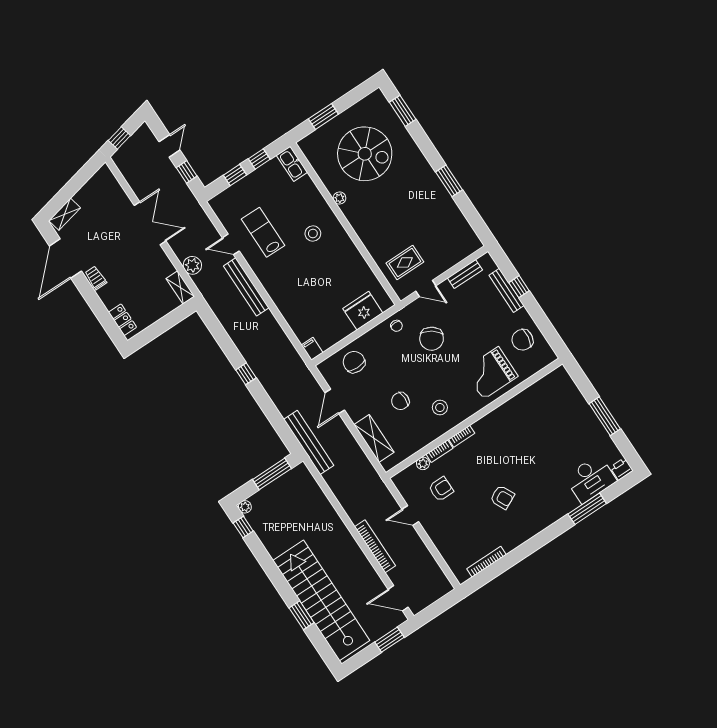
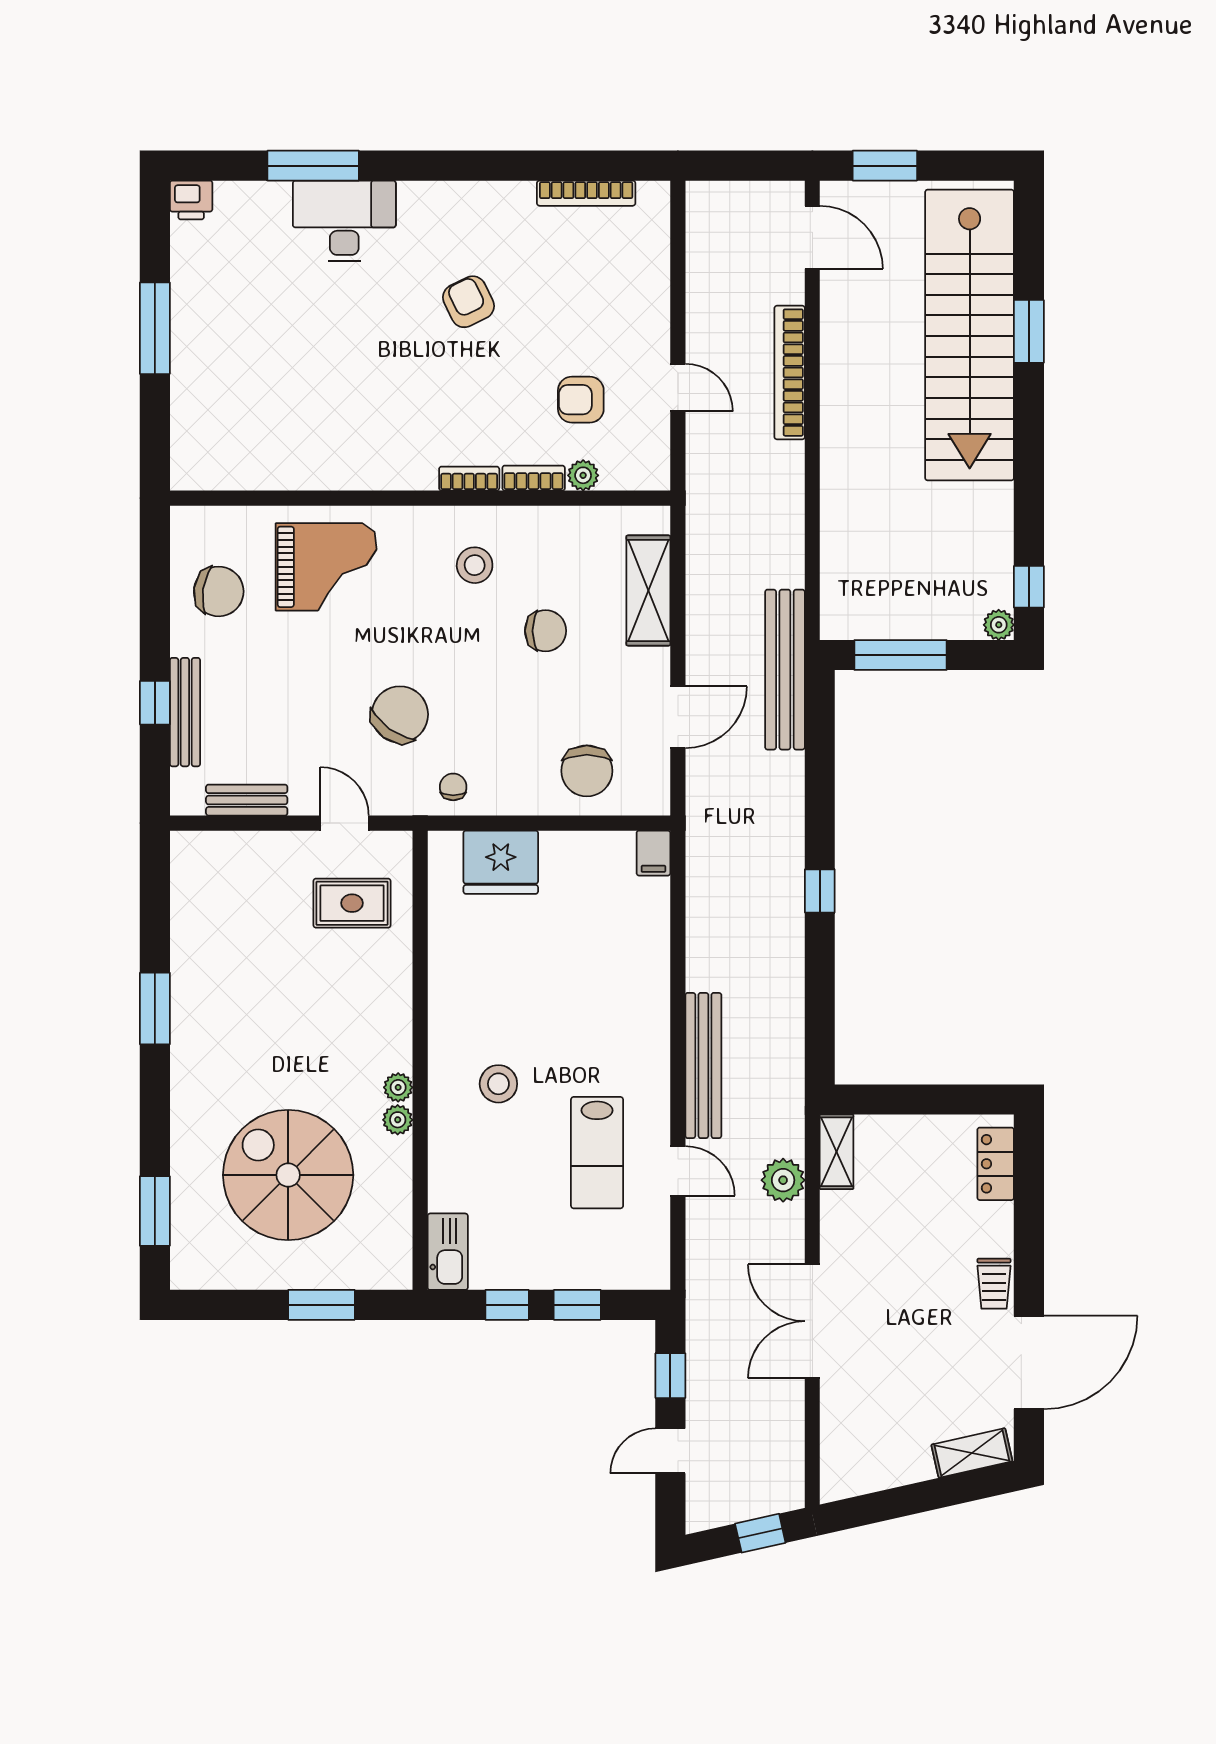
plant: (347, 209) -> (398, 1087), added
desk: (591, 479) -> (344, 221), moved

